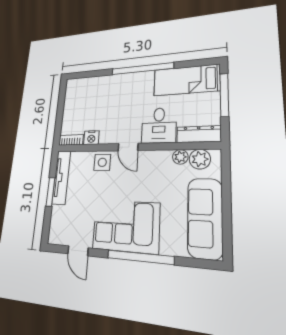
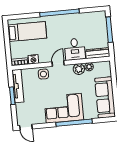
bed: (186, 80) -> (27, 32), moved, turned 180
door: (128, 147) -> (58, 63), swing flipped
plant: (200, 159) -> (79, 69), moved
door: (78, 251) -> (26, 127), moved

